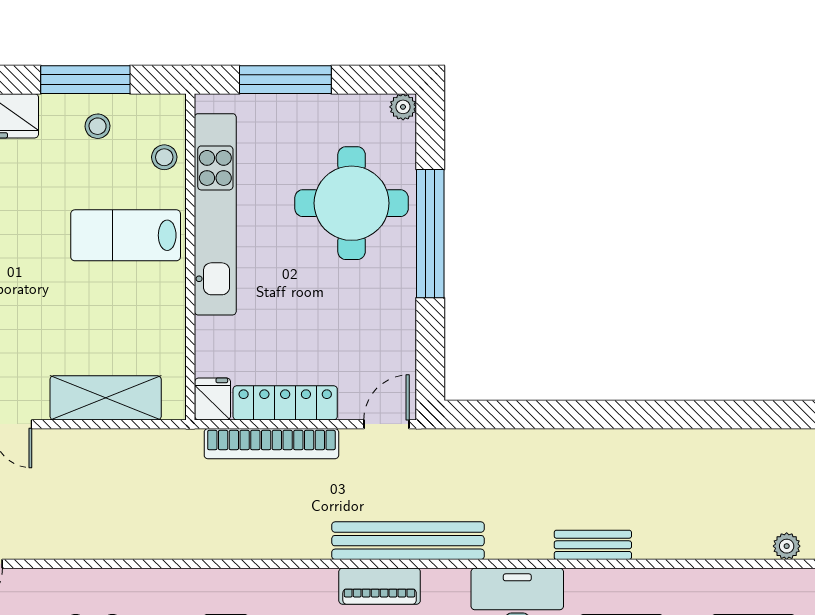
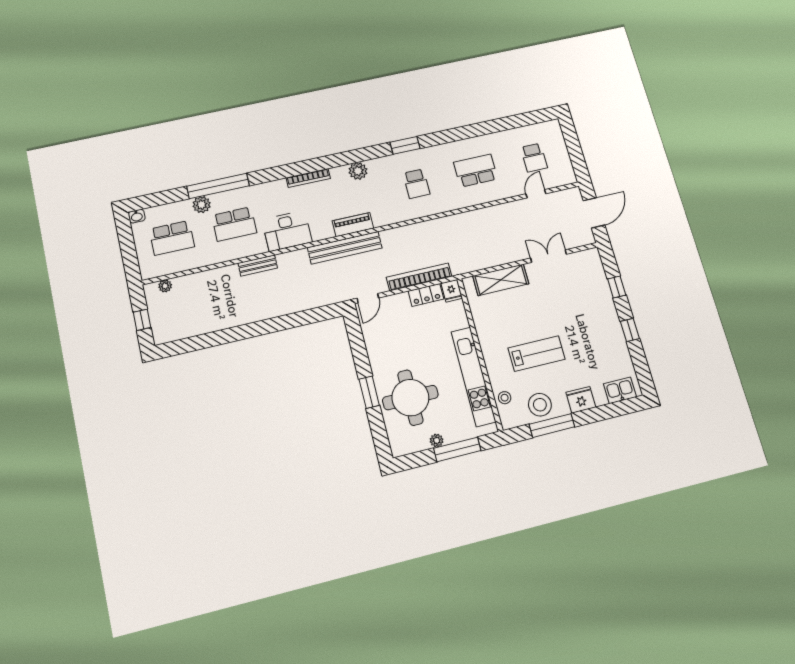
plant: (403, 107) -> (437, 440), moved
stool: (98, 126) -> (540, 405), width x1.89, depth x1.89
window: (430, 234) -> (369, 392), width x0.47
lab bench: (126, 235) -> (537, 354), moved
locker: (285, 403) -> (426, 295), width x0.66

